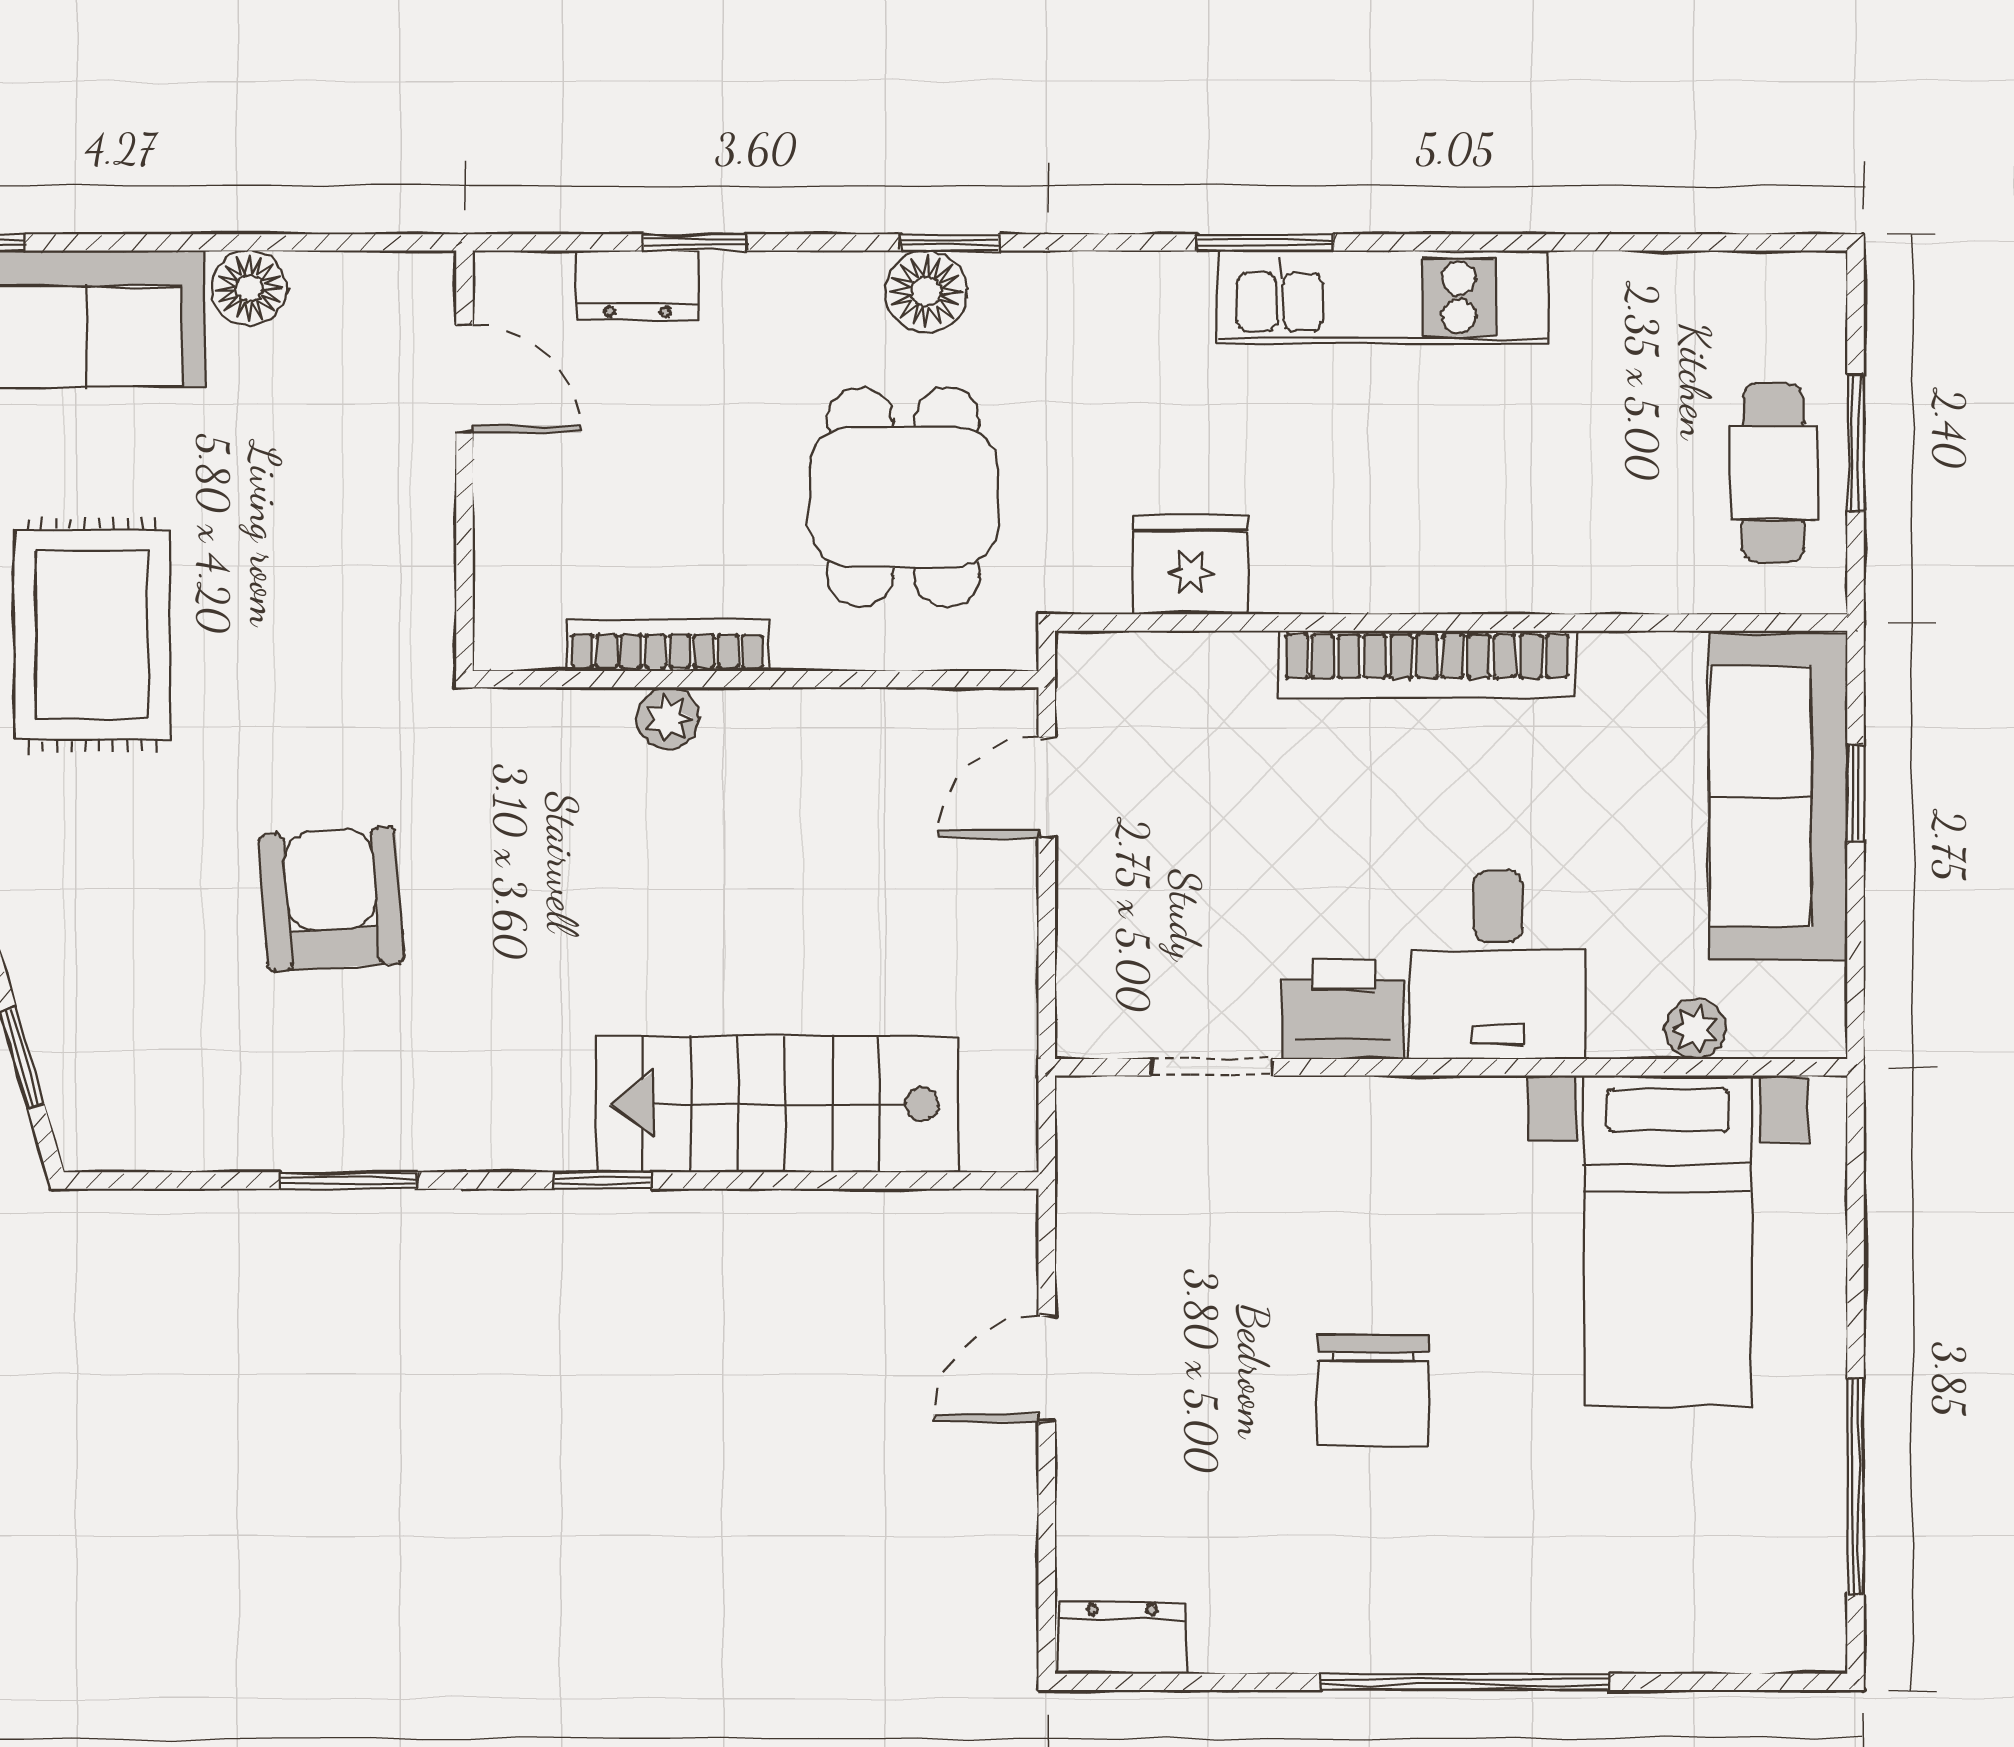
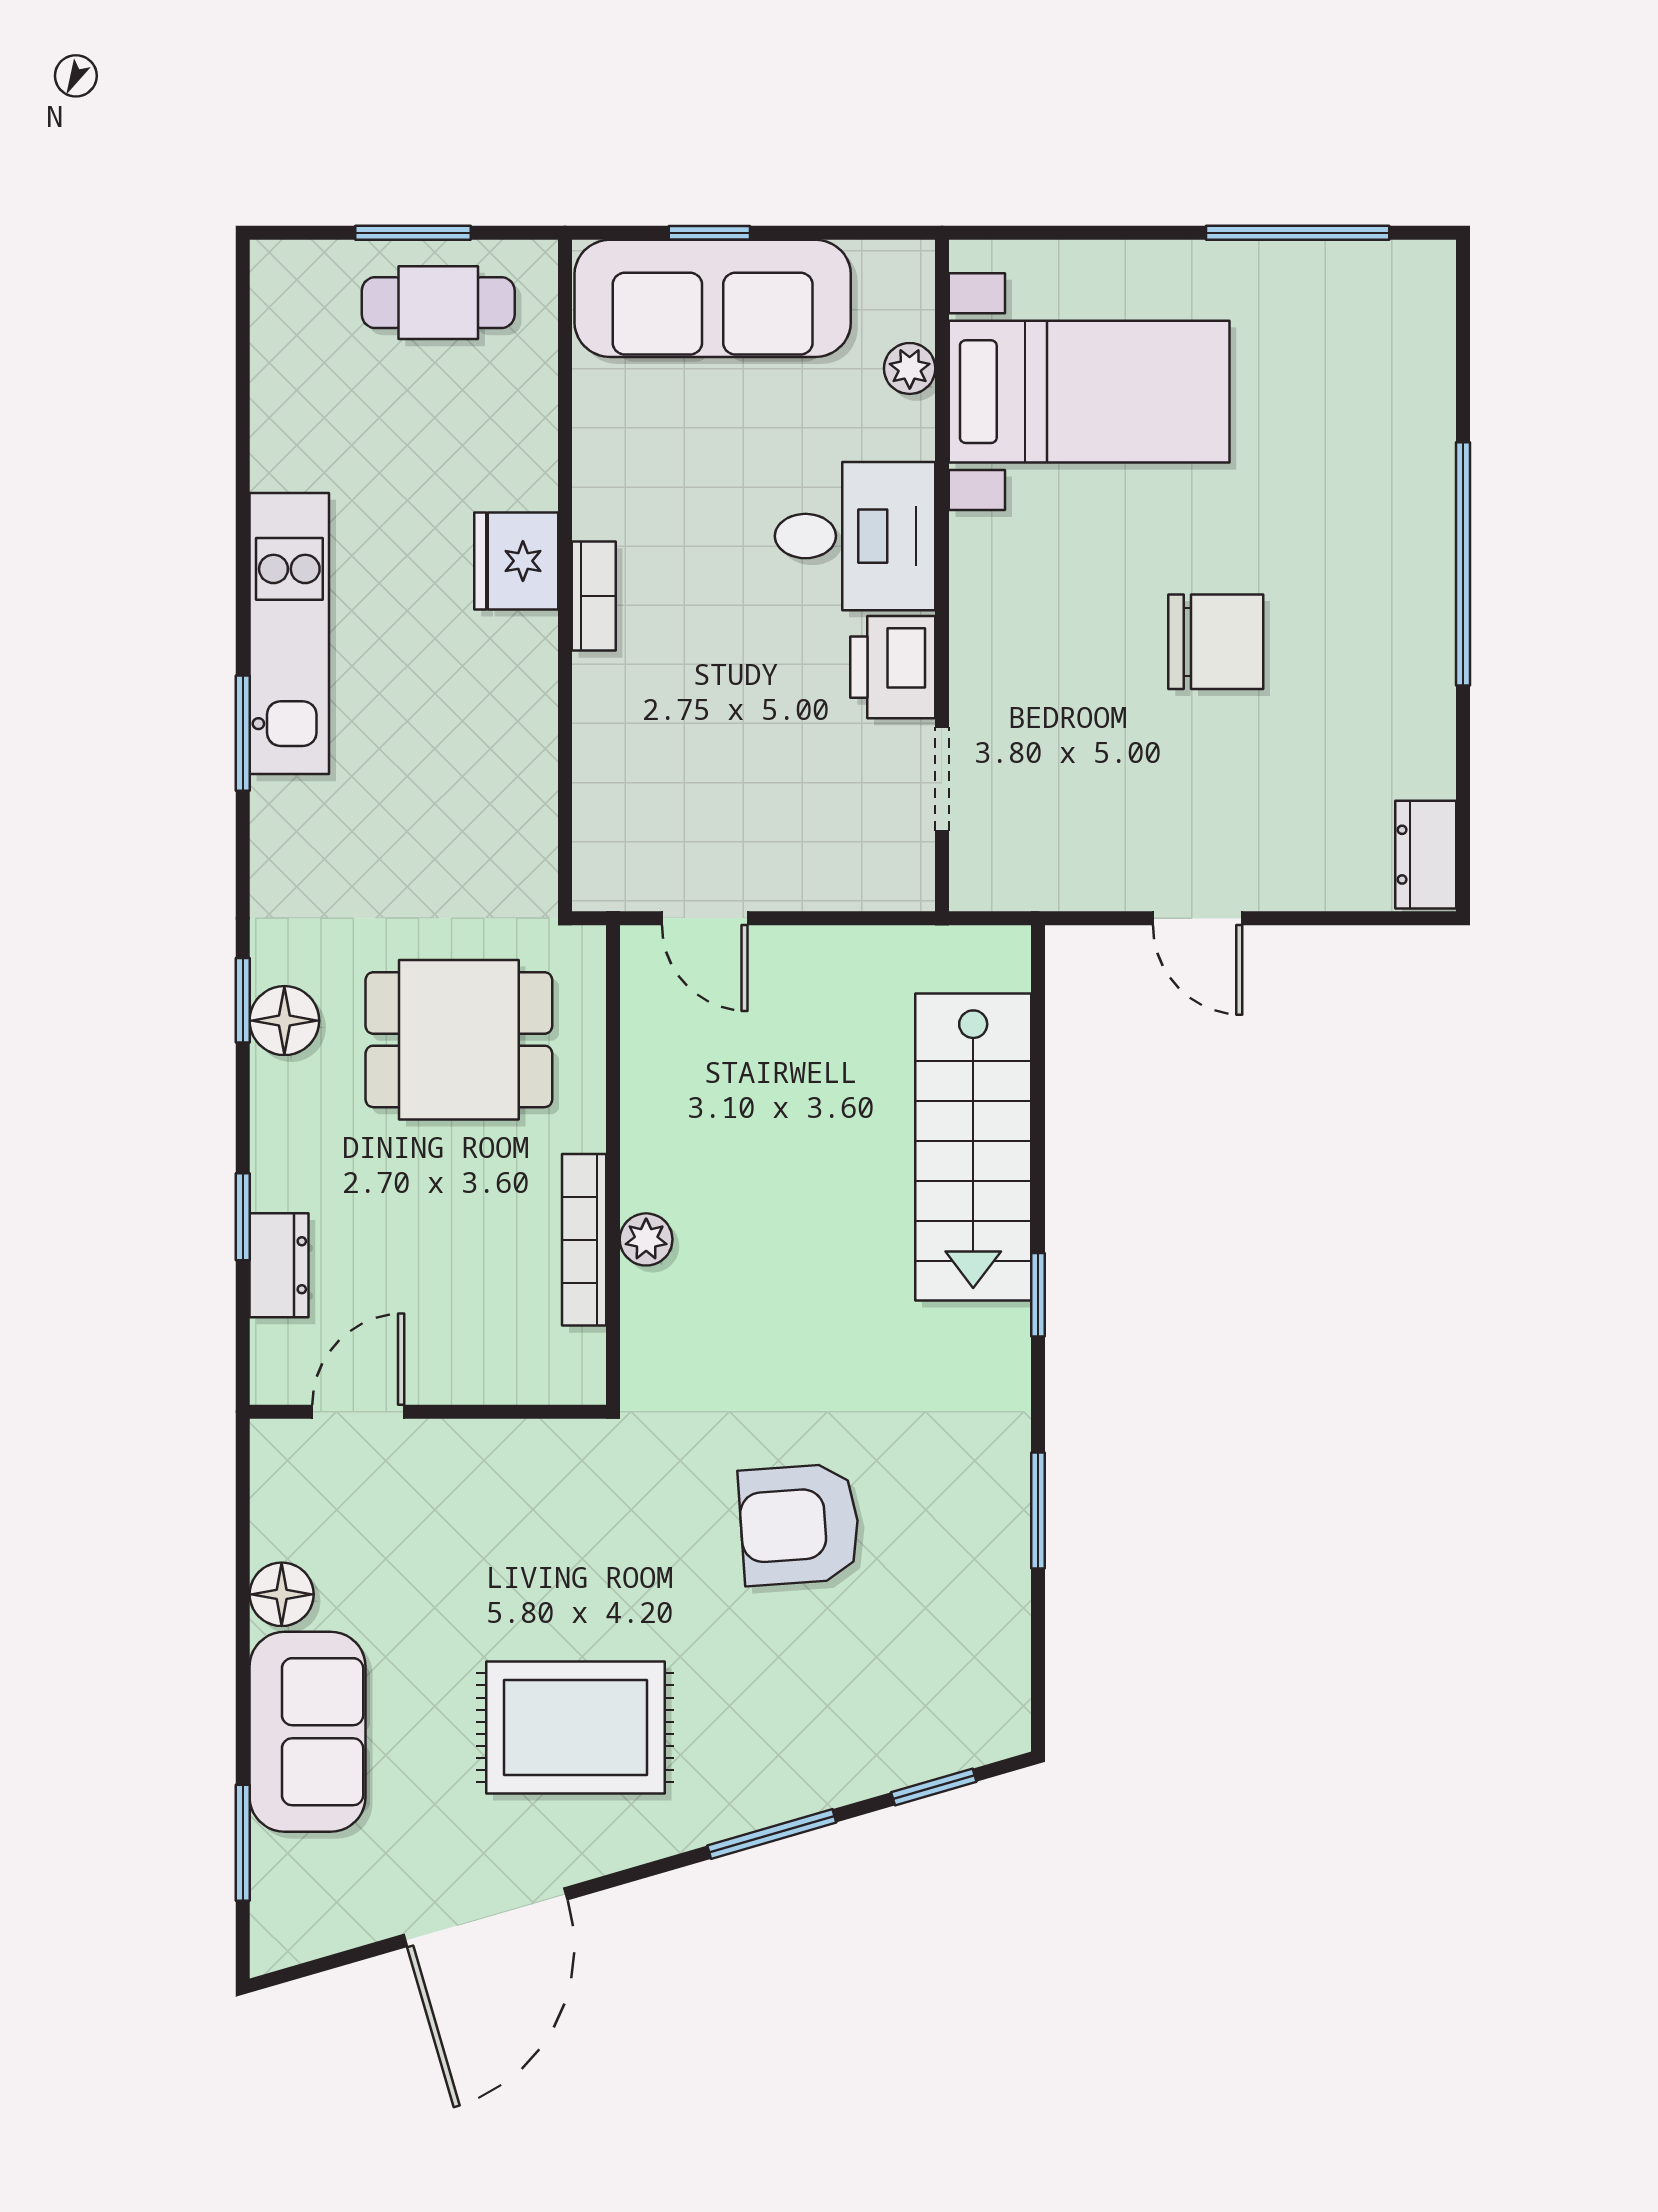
fridge: (1190, 565) -> (516, 561), moved
bookcase: (1427, 664) -> (594, 596), width x0.43, depth x0.76

